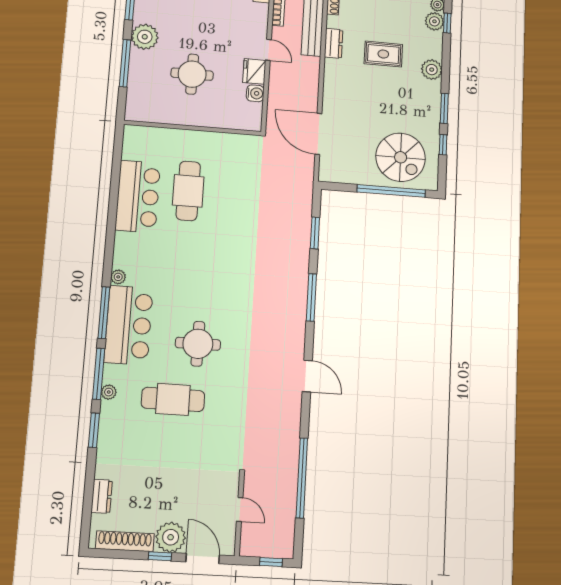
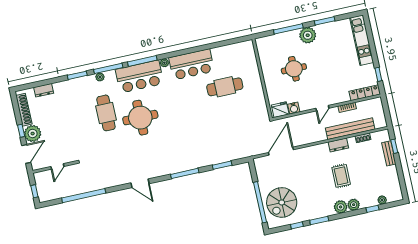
plant: (434, 21) -> (354, 205), moved
fridge: (254, 71) -> (280, 110), moved
bar counter: (138, 196) -> (192, 64), moved
round table: (198, 344) -> (140, 118), width x1.36, depth x1.36
door: (307, 376) -> (140, 183), hinge flipped

